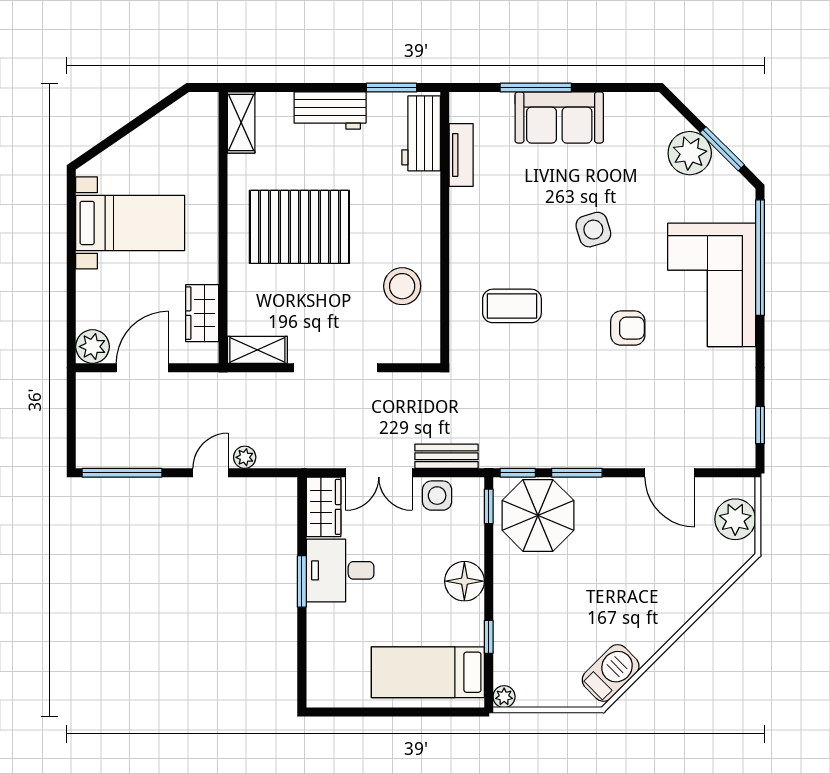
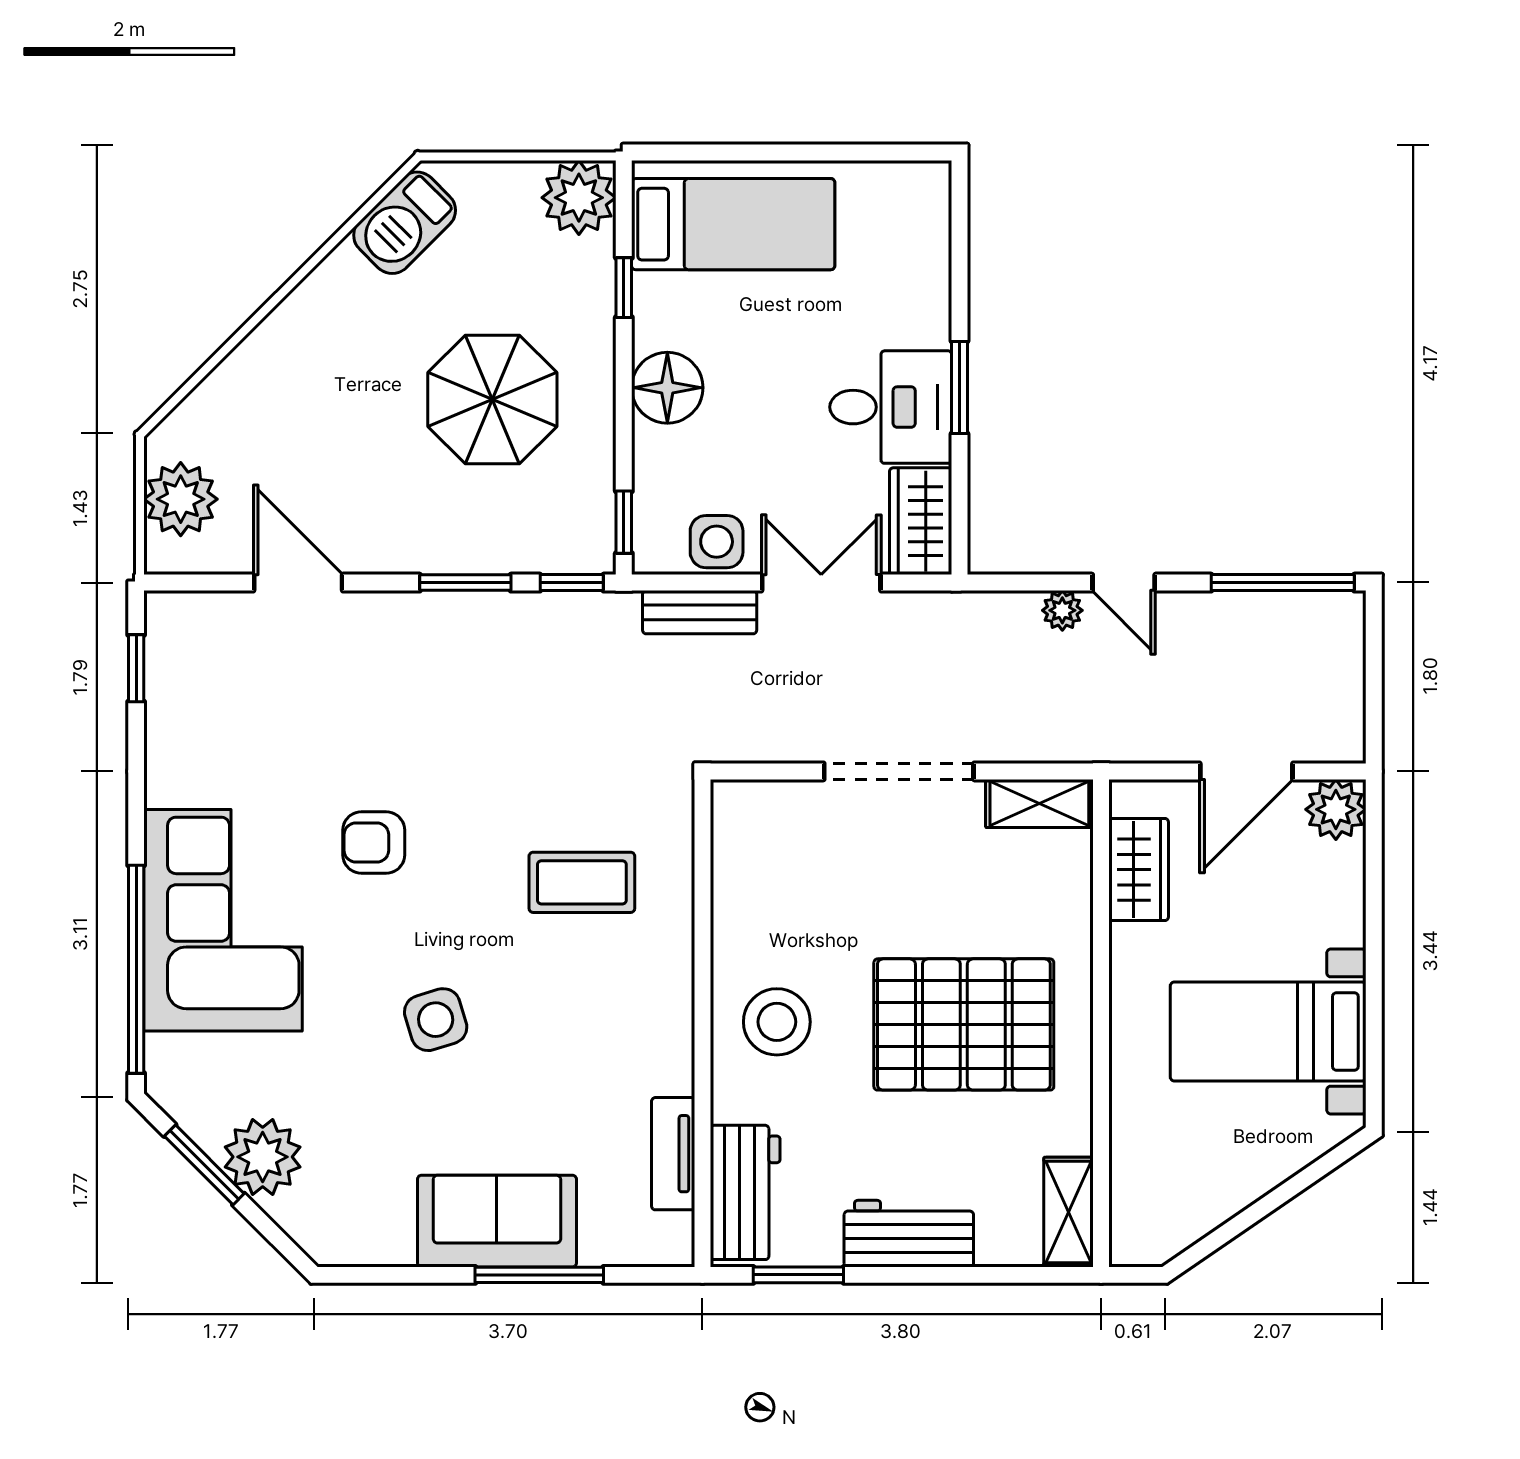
stool: (402, 286) -> (777, 1022), moved
door: (211, 473) -> (1124, 583), hinge flipped
parasol: (538, 515) -> (492, 399), moved
plant: (504, 697) -> (579, 198), width x1.88, depth x1.88

